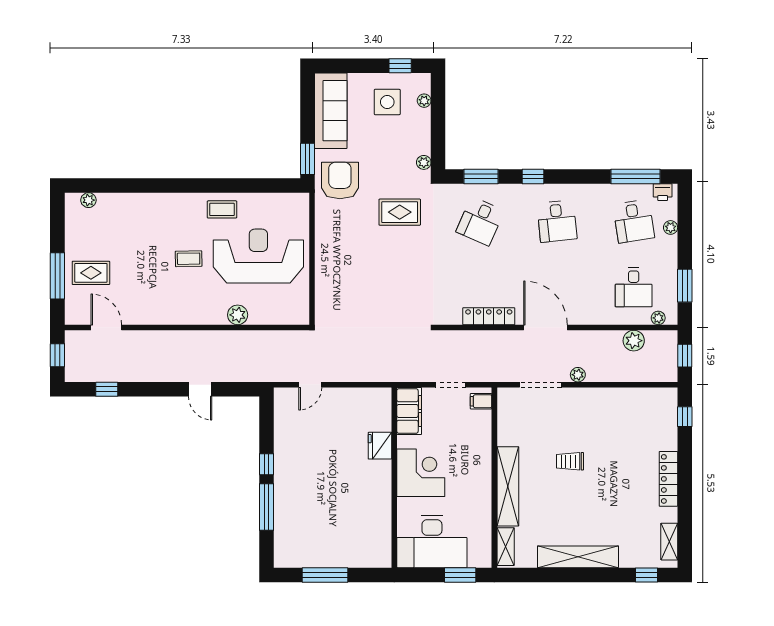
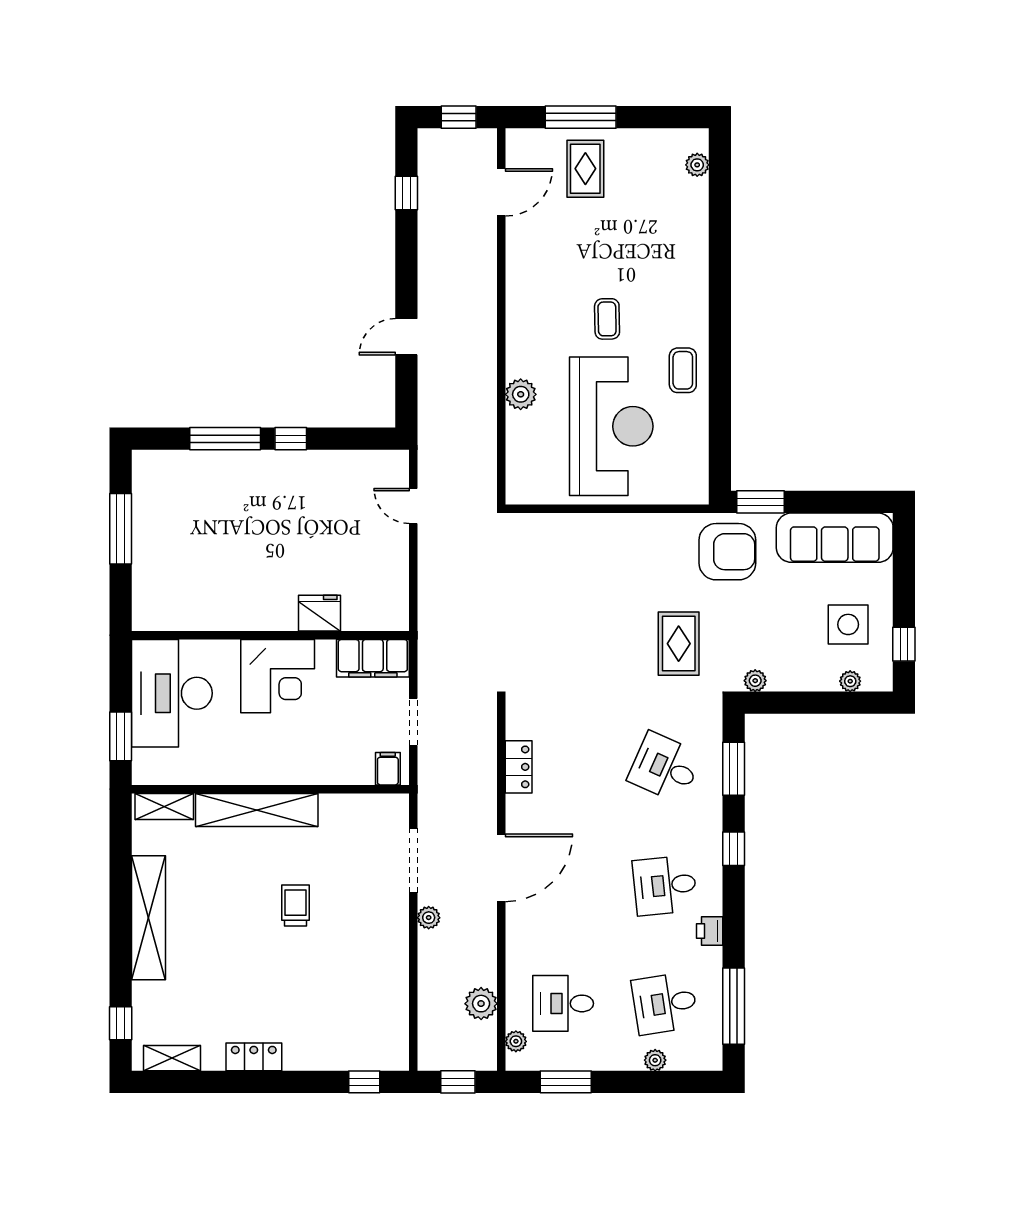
printer: (663, 192) -> (710, 931), moved
locker: (489, 316) -> (519, 767), width x0.66
locker: (668, 479) -> (254, 1057), width x0.66

